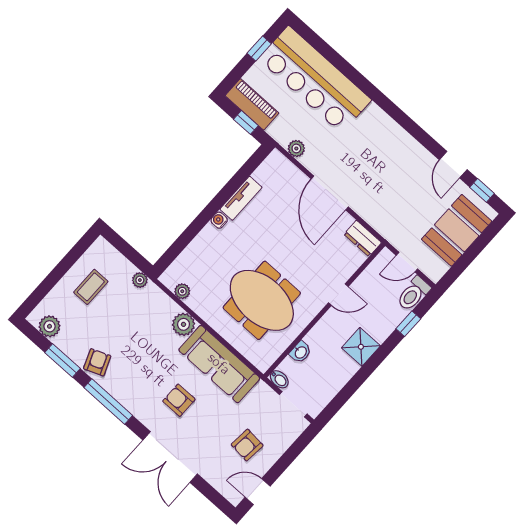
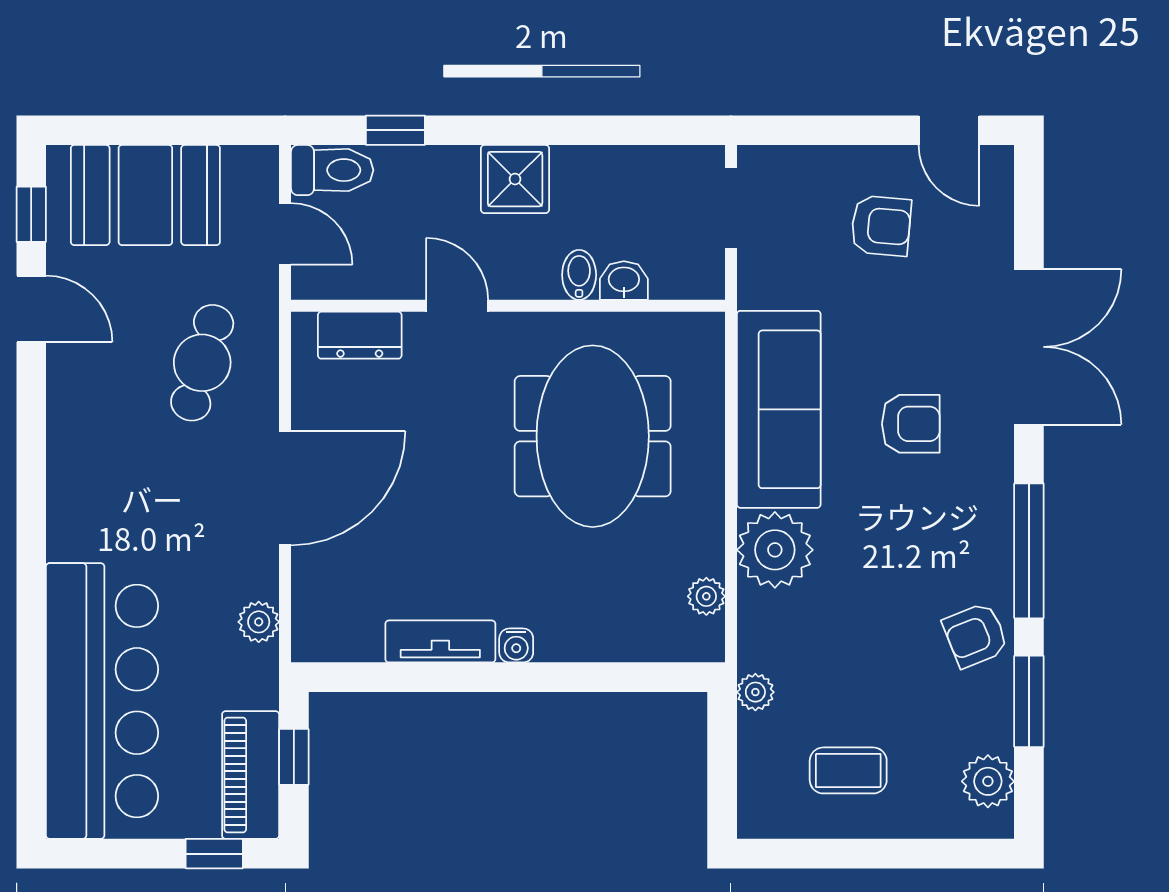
window: (259, 48) -> (214, 854), moved
door: (453, 165) -> (31, 309), hinge flipped
cafe table: (390, 202) -> (202, 363), added
dresser: (363, 238) -> (360, 335), moved, turned 90
plant: (184, 324) -> (775, 550), width x1.36, depth x1.36
bidet: (279, 379) -> (579, 275), moved
armchair: (179, 400) -> (911, 424), turned -90

